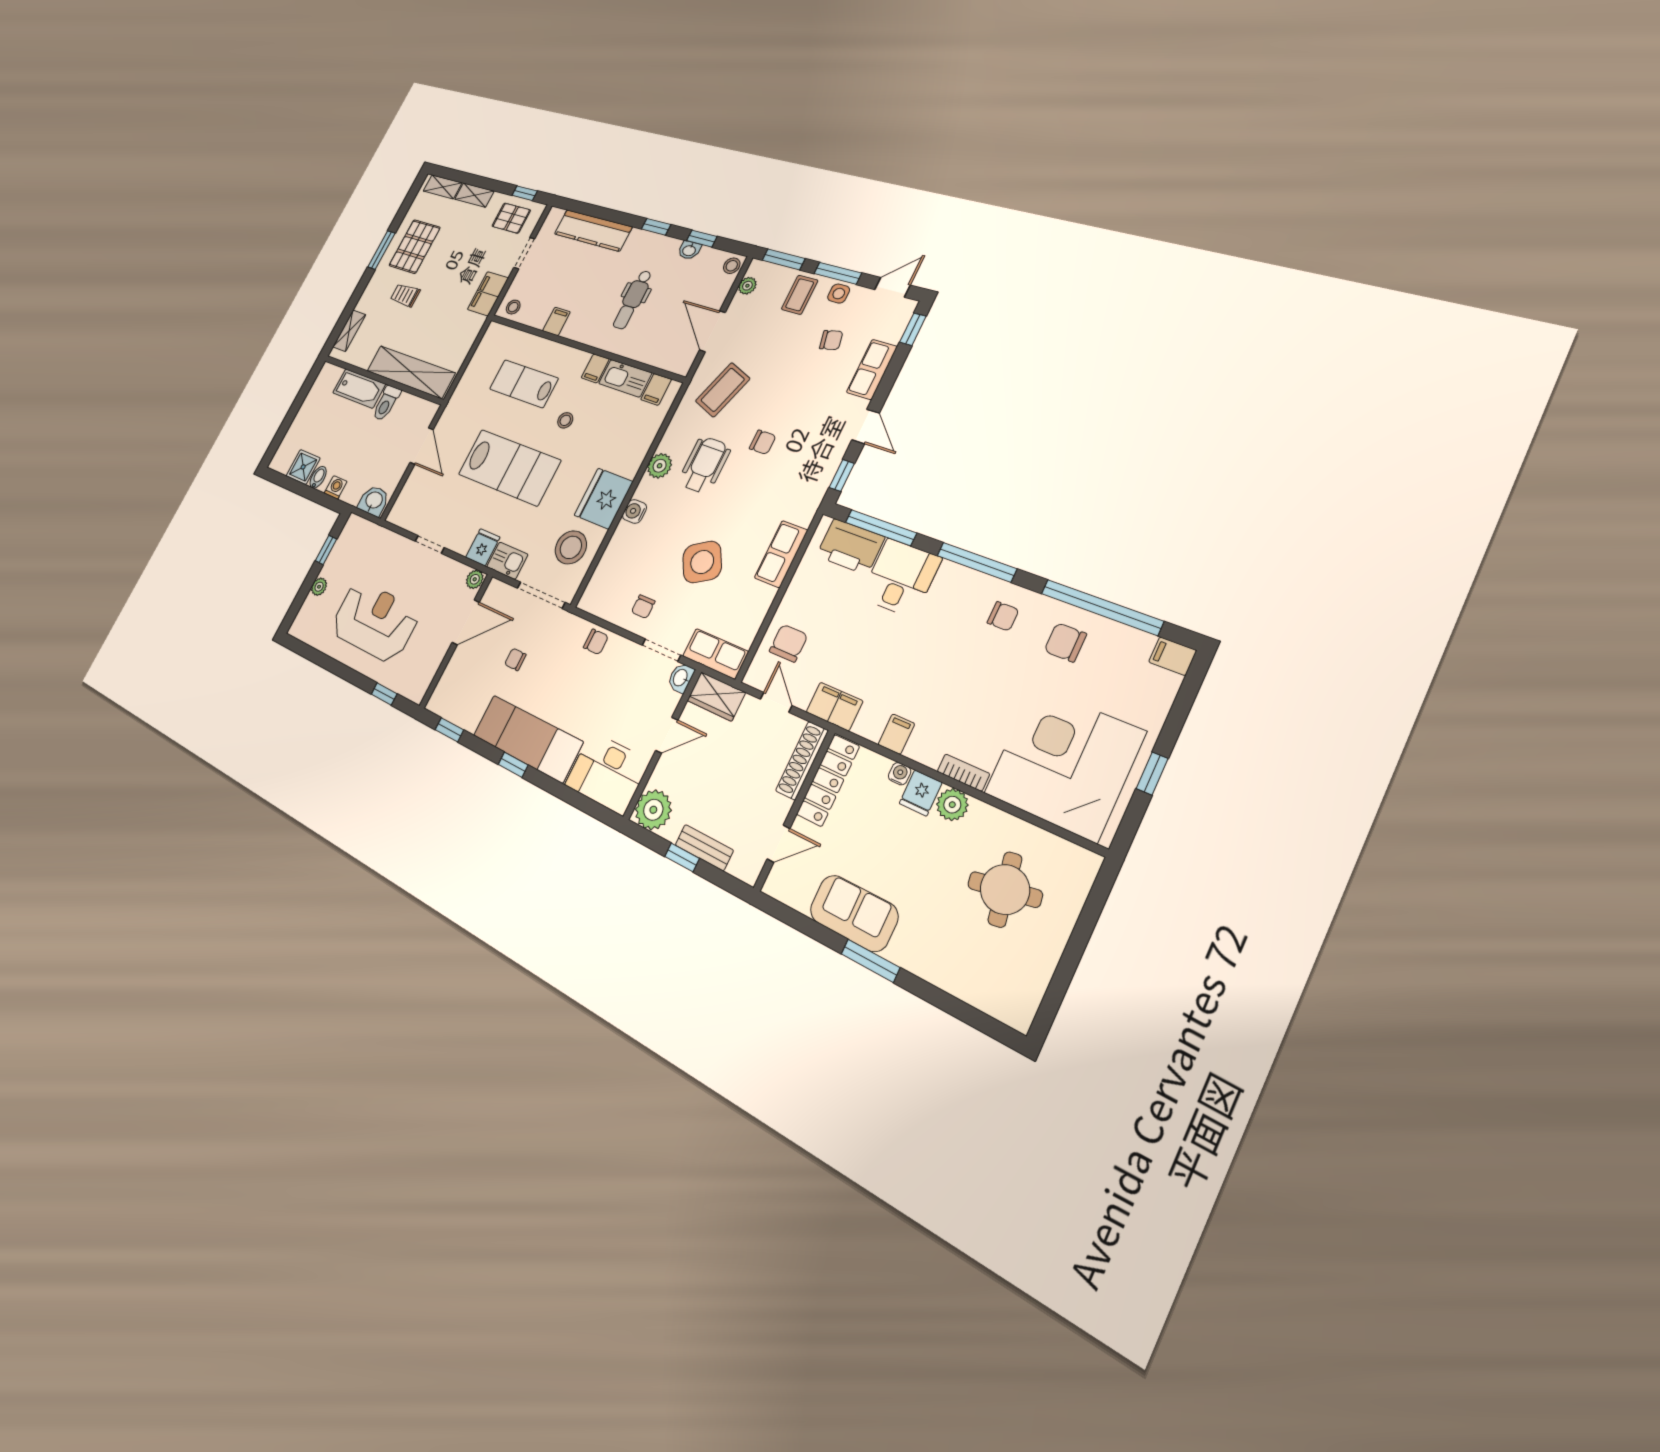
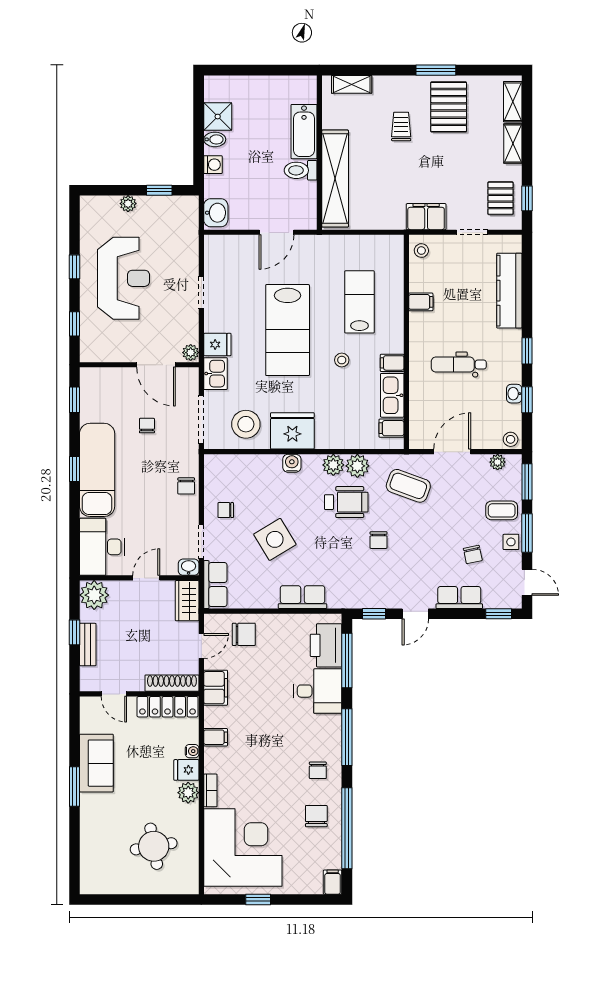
pallet: (415, 247) -> (449, 107), turned 90
plant: (674, 439) -> (357, 466), added
window: (338, 669) -> (74, 267), added
door: (667, 735) -> (146, 578), swing flipped

